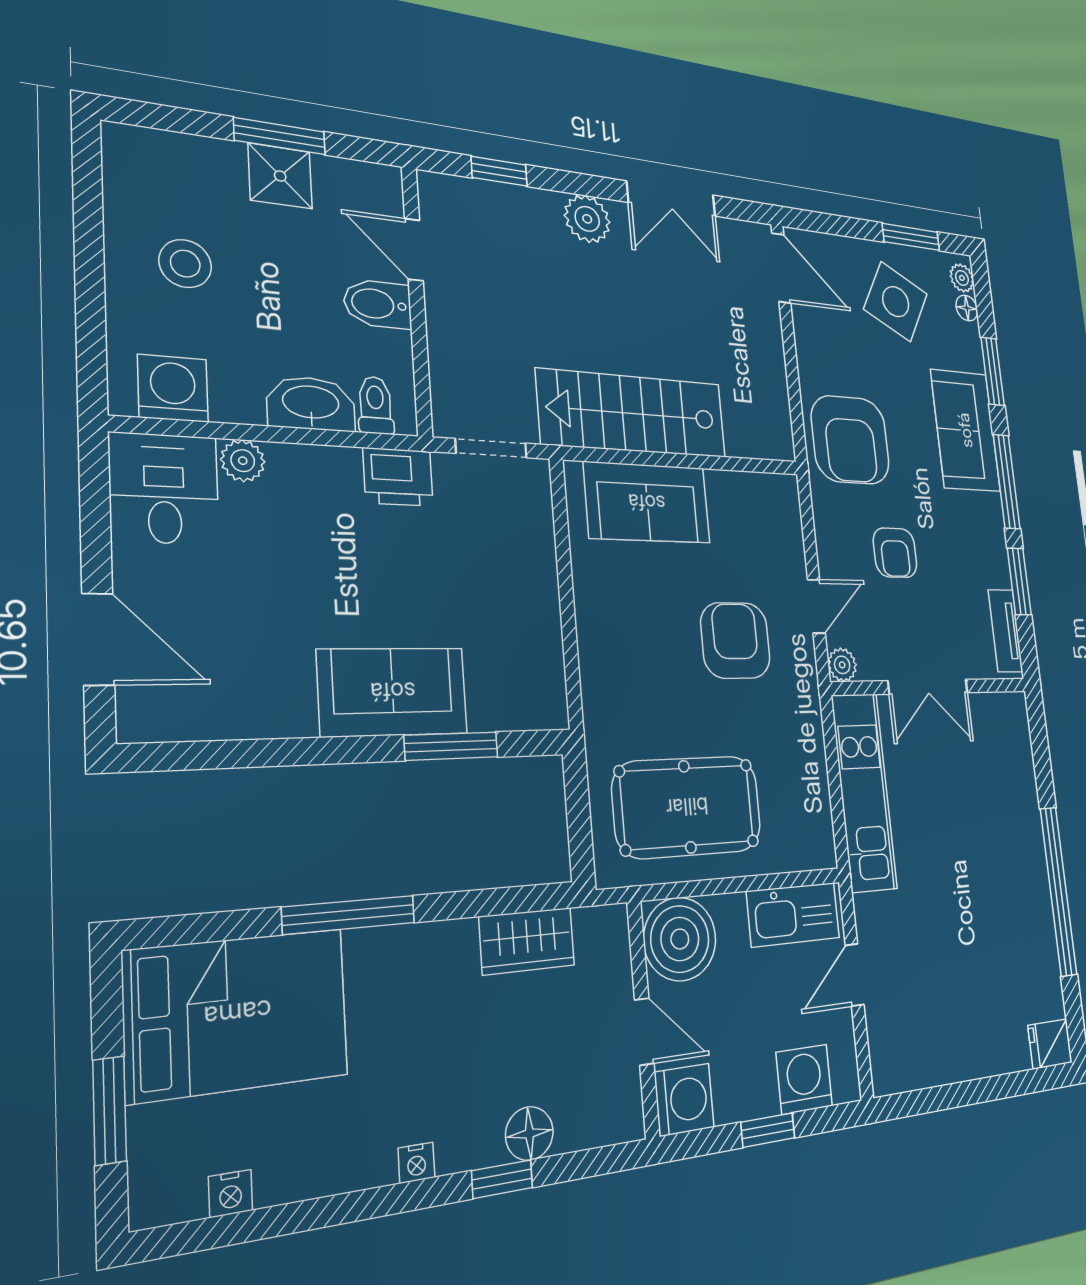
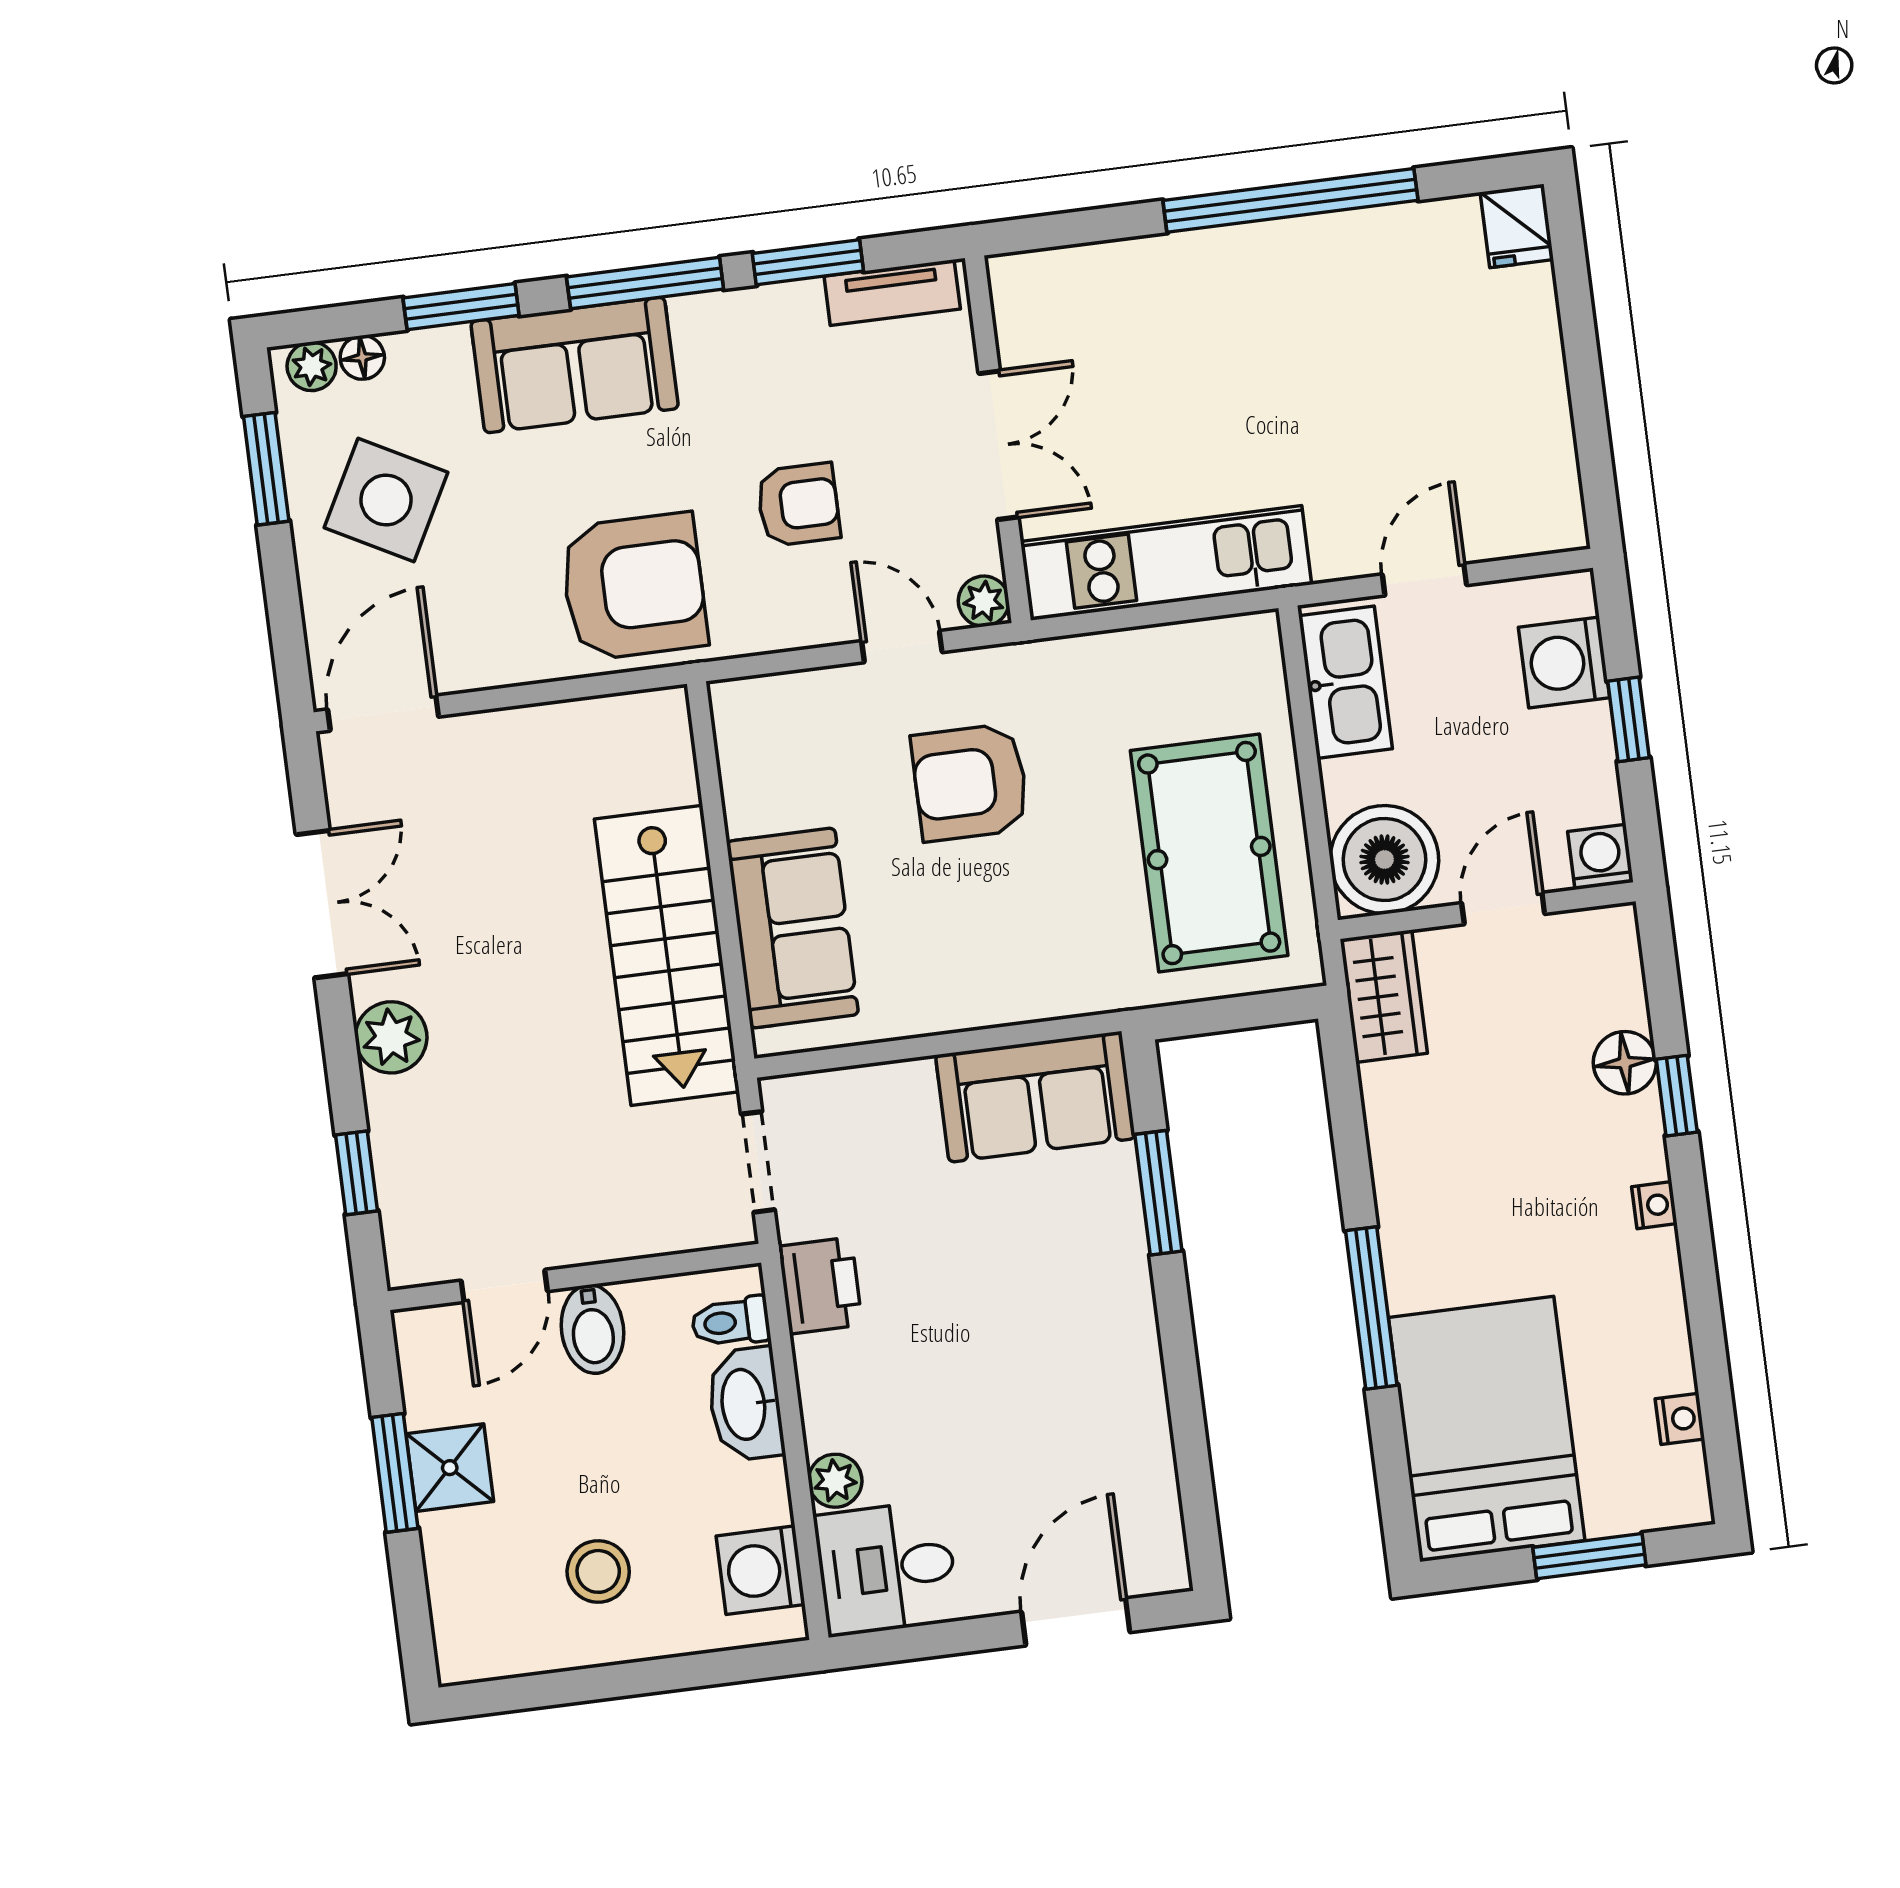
sofa: (393, 692) -> (1035, 1097), moved, turned -90
wardrobe: (527, 941) -> (1384, 996), moved
door: (855, 975) -> (1424, 580), swing flipped
washing machine: (684, 1100) -> (1600, 857), width x0.73, depth x0.73

